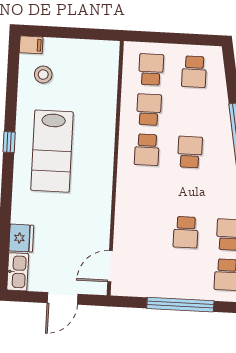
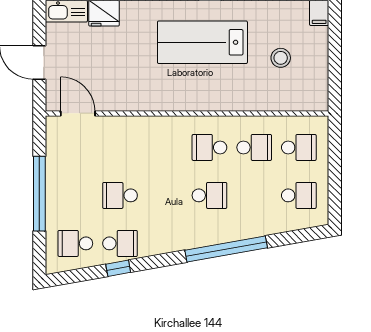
school desk: (194, 72) -> (299, 195), turned 180
stool: (43, 75) -> (281, 58), moved

